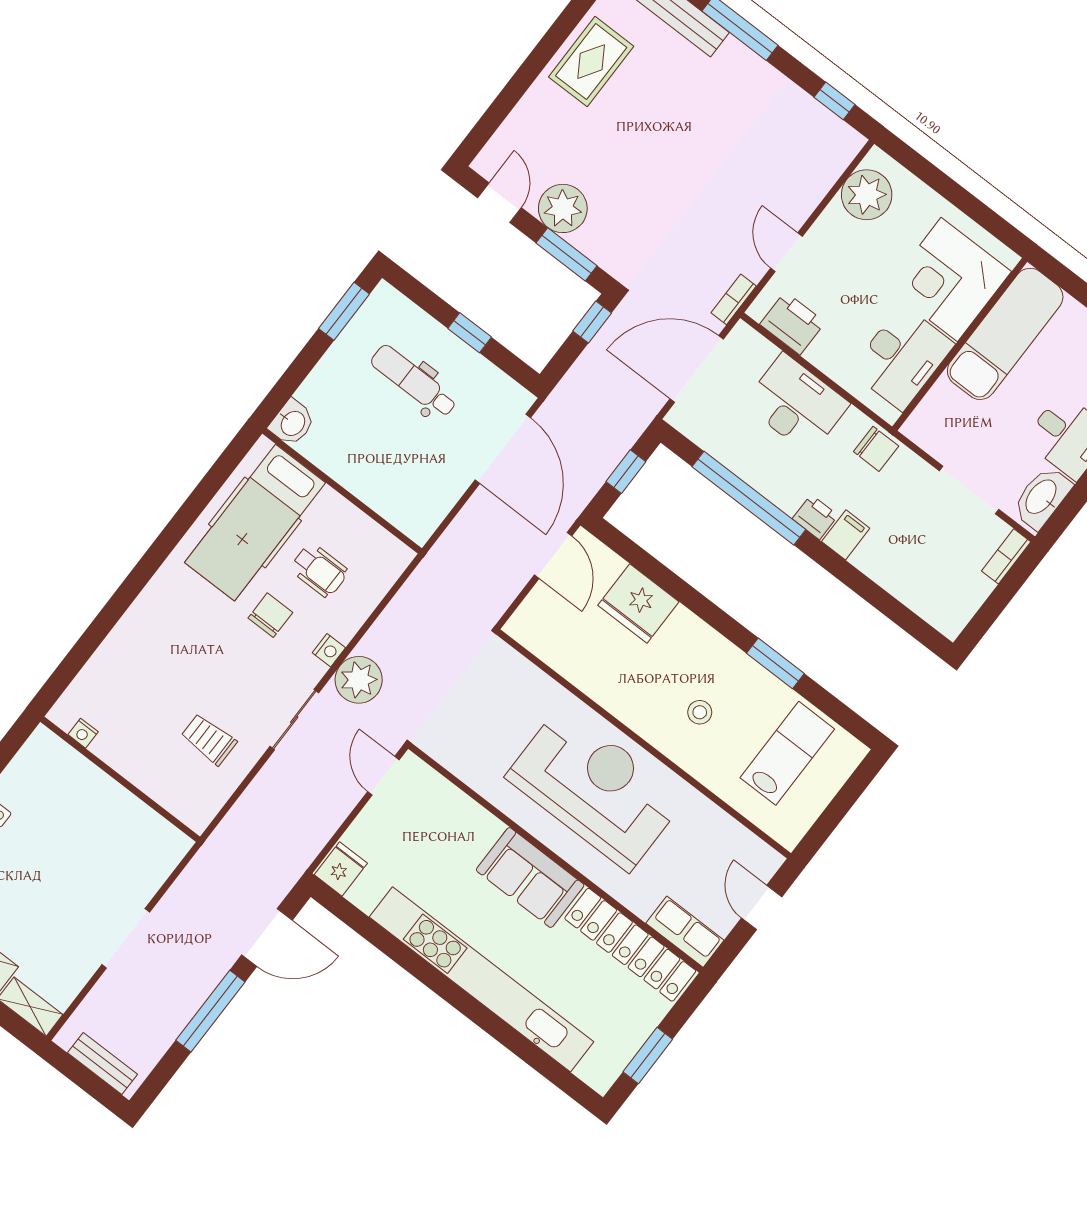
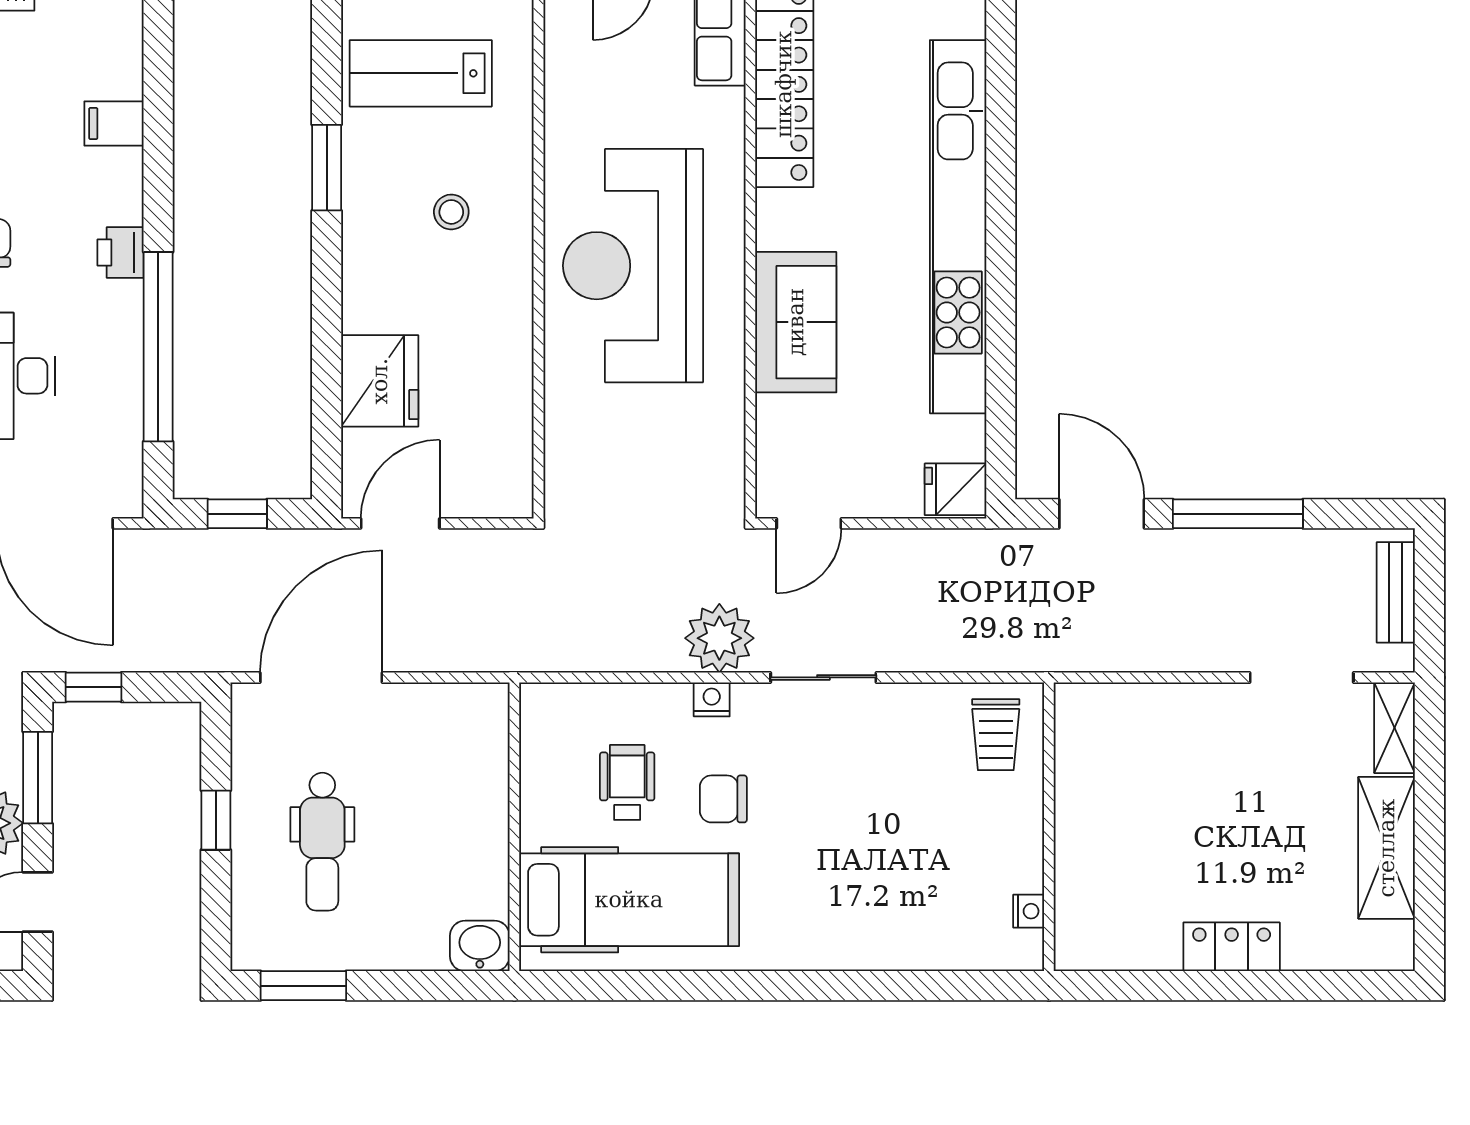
filing cabinet: (846, 535) -> (114, 123), moved
trolley: (209, 739) -> (996, 735), moved
sofa: (530, 878) -> (796, 322), moved
doorway: (126, 938) -> (1302, 677), moved

